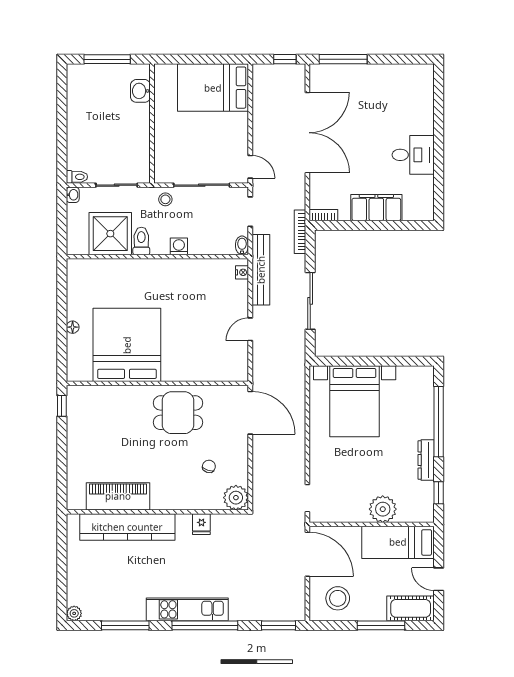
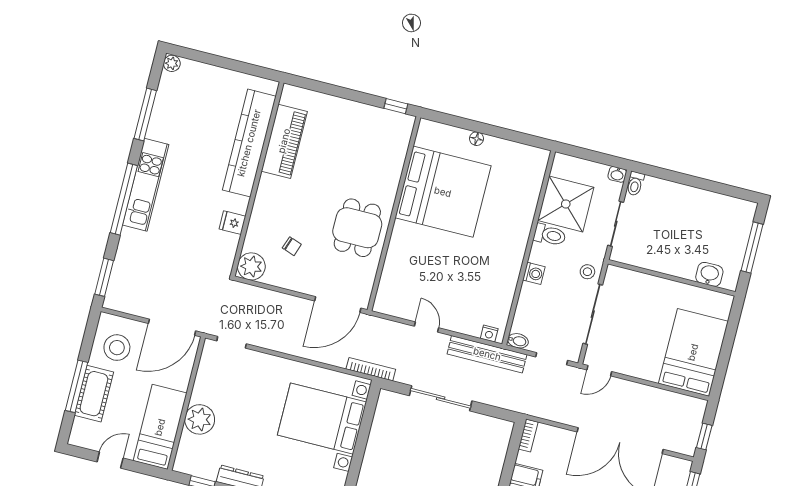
bookcase: (300, 232) -> (371, 369), moved
cot: (411, 608) -> (94, 394), moved

